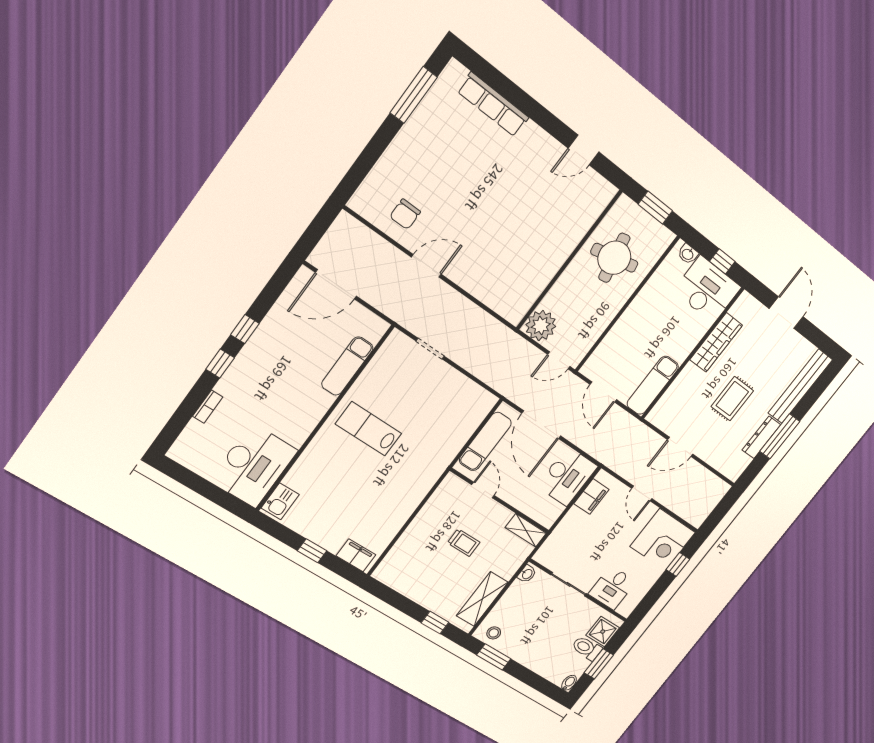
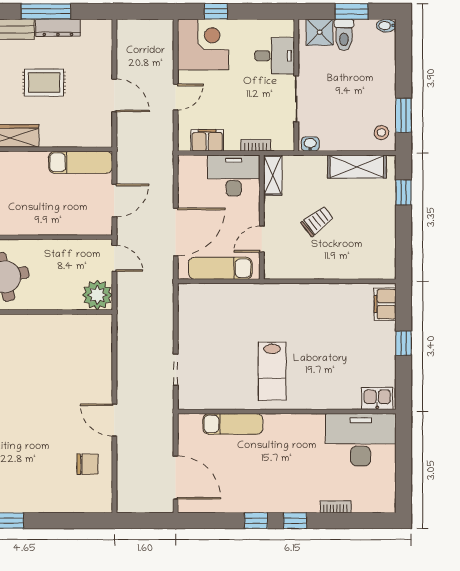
desk: (567, 476) -> (234, 176), moved
bookcase: (559, 532) -> (256, 145), added
trolley: (464, 543) -> (317, 221), turned 52

